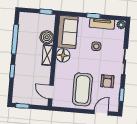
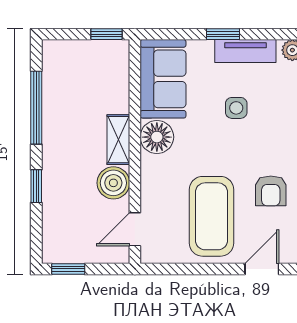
boiler: (47, 37) -> (113, 183), moved
door: (51, 92) -> (135, 229), hinge flipped

